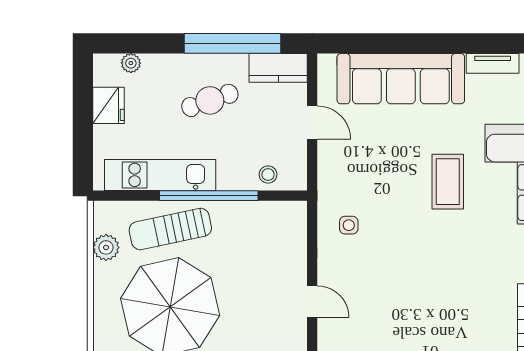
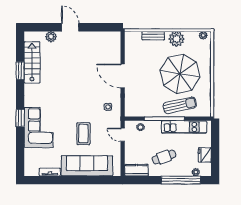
window: (233, 43) -> (181, 180), moved
door: (312, 123) -> (123, 135), moved
coffee table: (448, 182) -> (83, 134), moved
plant: (106, 247) -> (206, 98), removed
door: (312, 302) -> (123, 76), width x1.88

